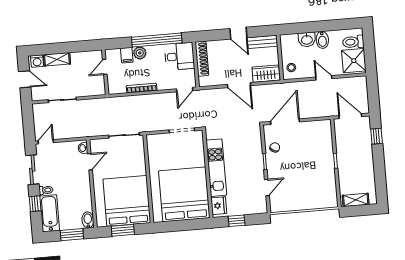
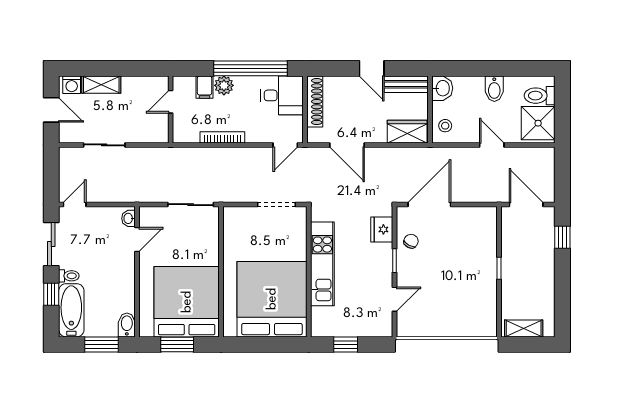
washbasin: (307, 40) -> (442, 88), moved, turned -90
door: (239, 85) -> (347, 145), moved
fridge: (219, 206) -> (382, 229), moved, turned 180

